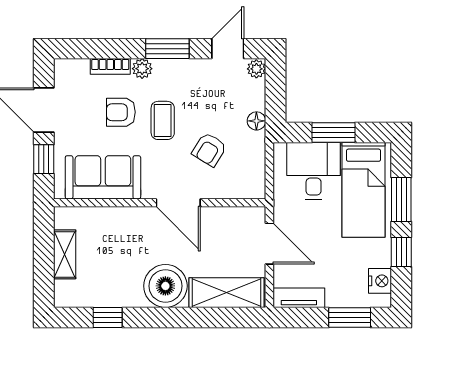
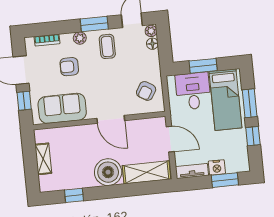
bookcase: (110, 66) -> (47, 40), moved
coffee table: (163, 120) -> (107, 46), moved
floor lamp: (256, 121) -> (152, 44), moved
armchair: (209, 149) -> (146, 91), moved
nightstand: (380, 281) -> (217, 167), moved, turned 90

